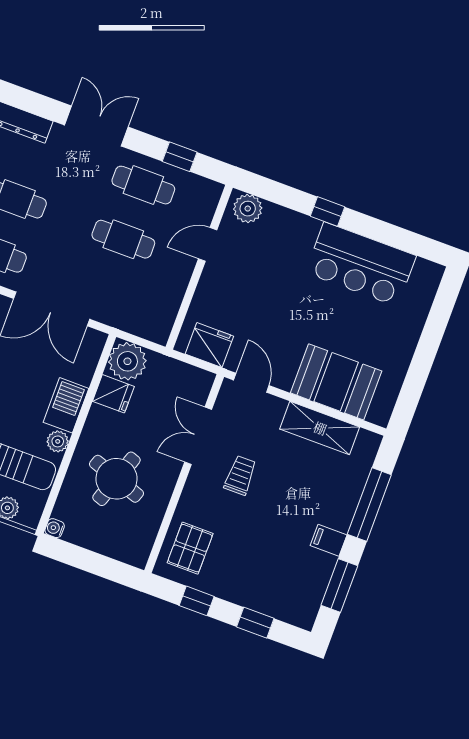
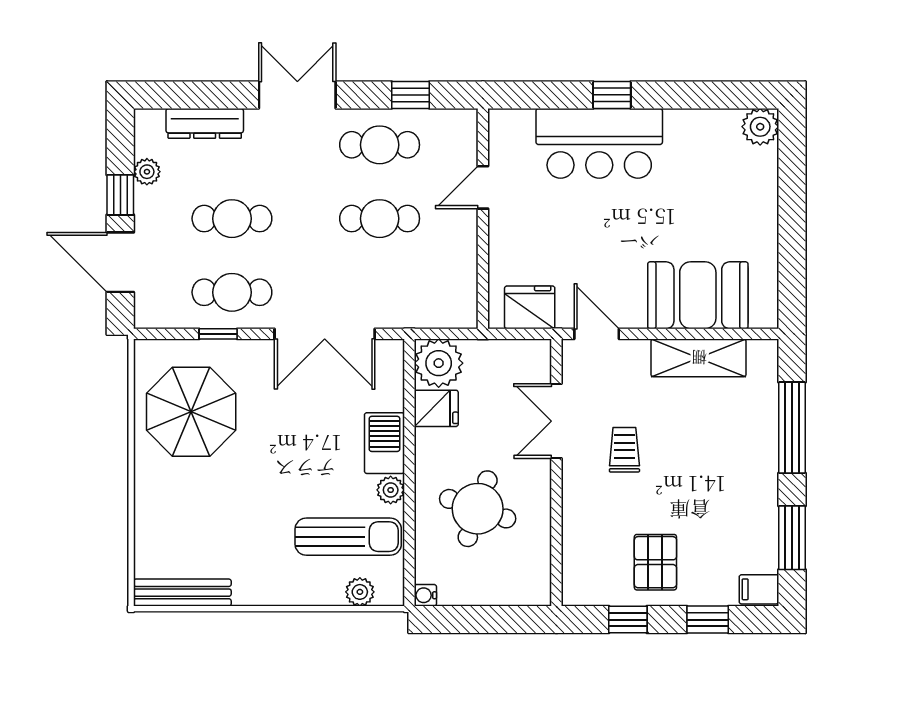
plant: (248, 209) -> (760, 127), moved
bar counter: (361, 264) -> (599, 143), moved
filing cabinet: (329, 540) -> (759, 589), moved
pallet: (190, 548) -> (655, 562), moved

